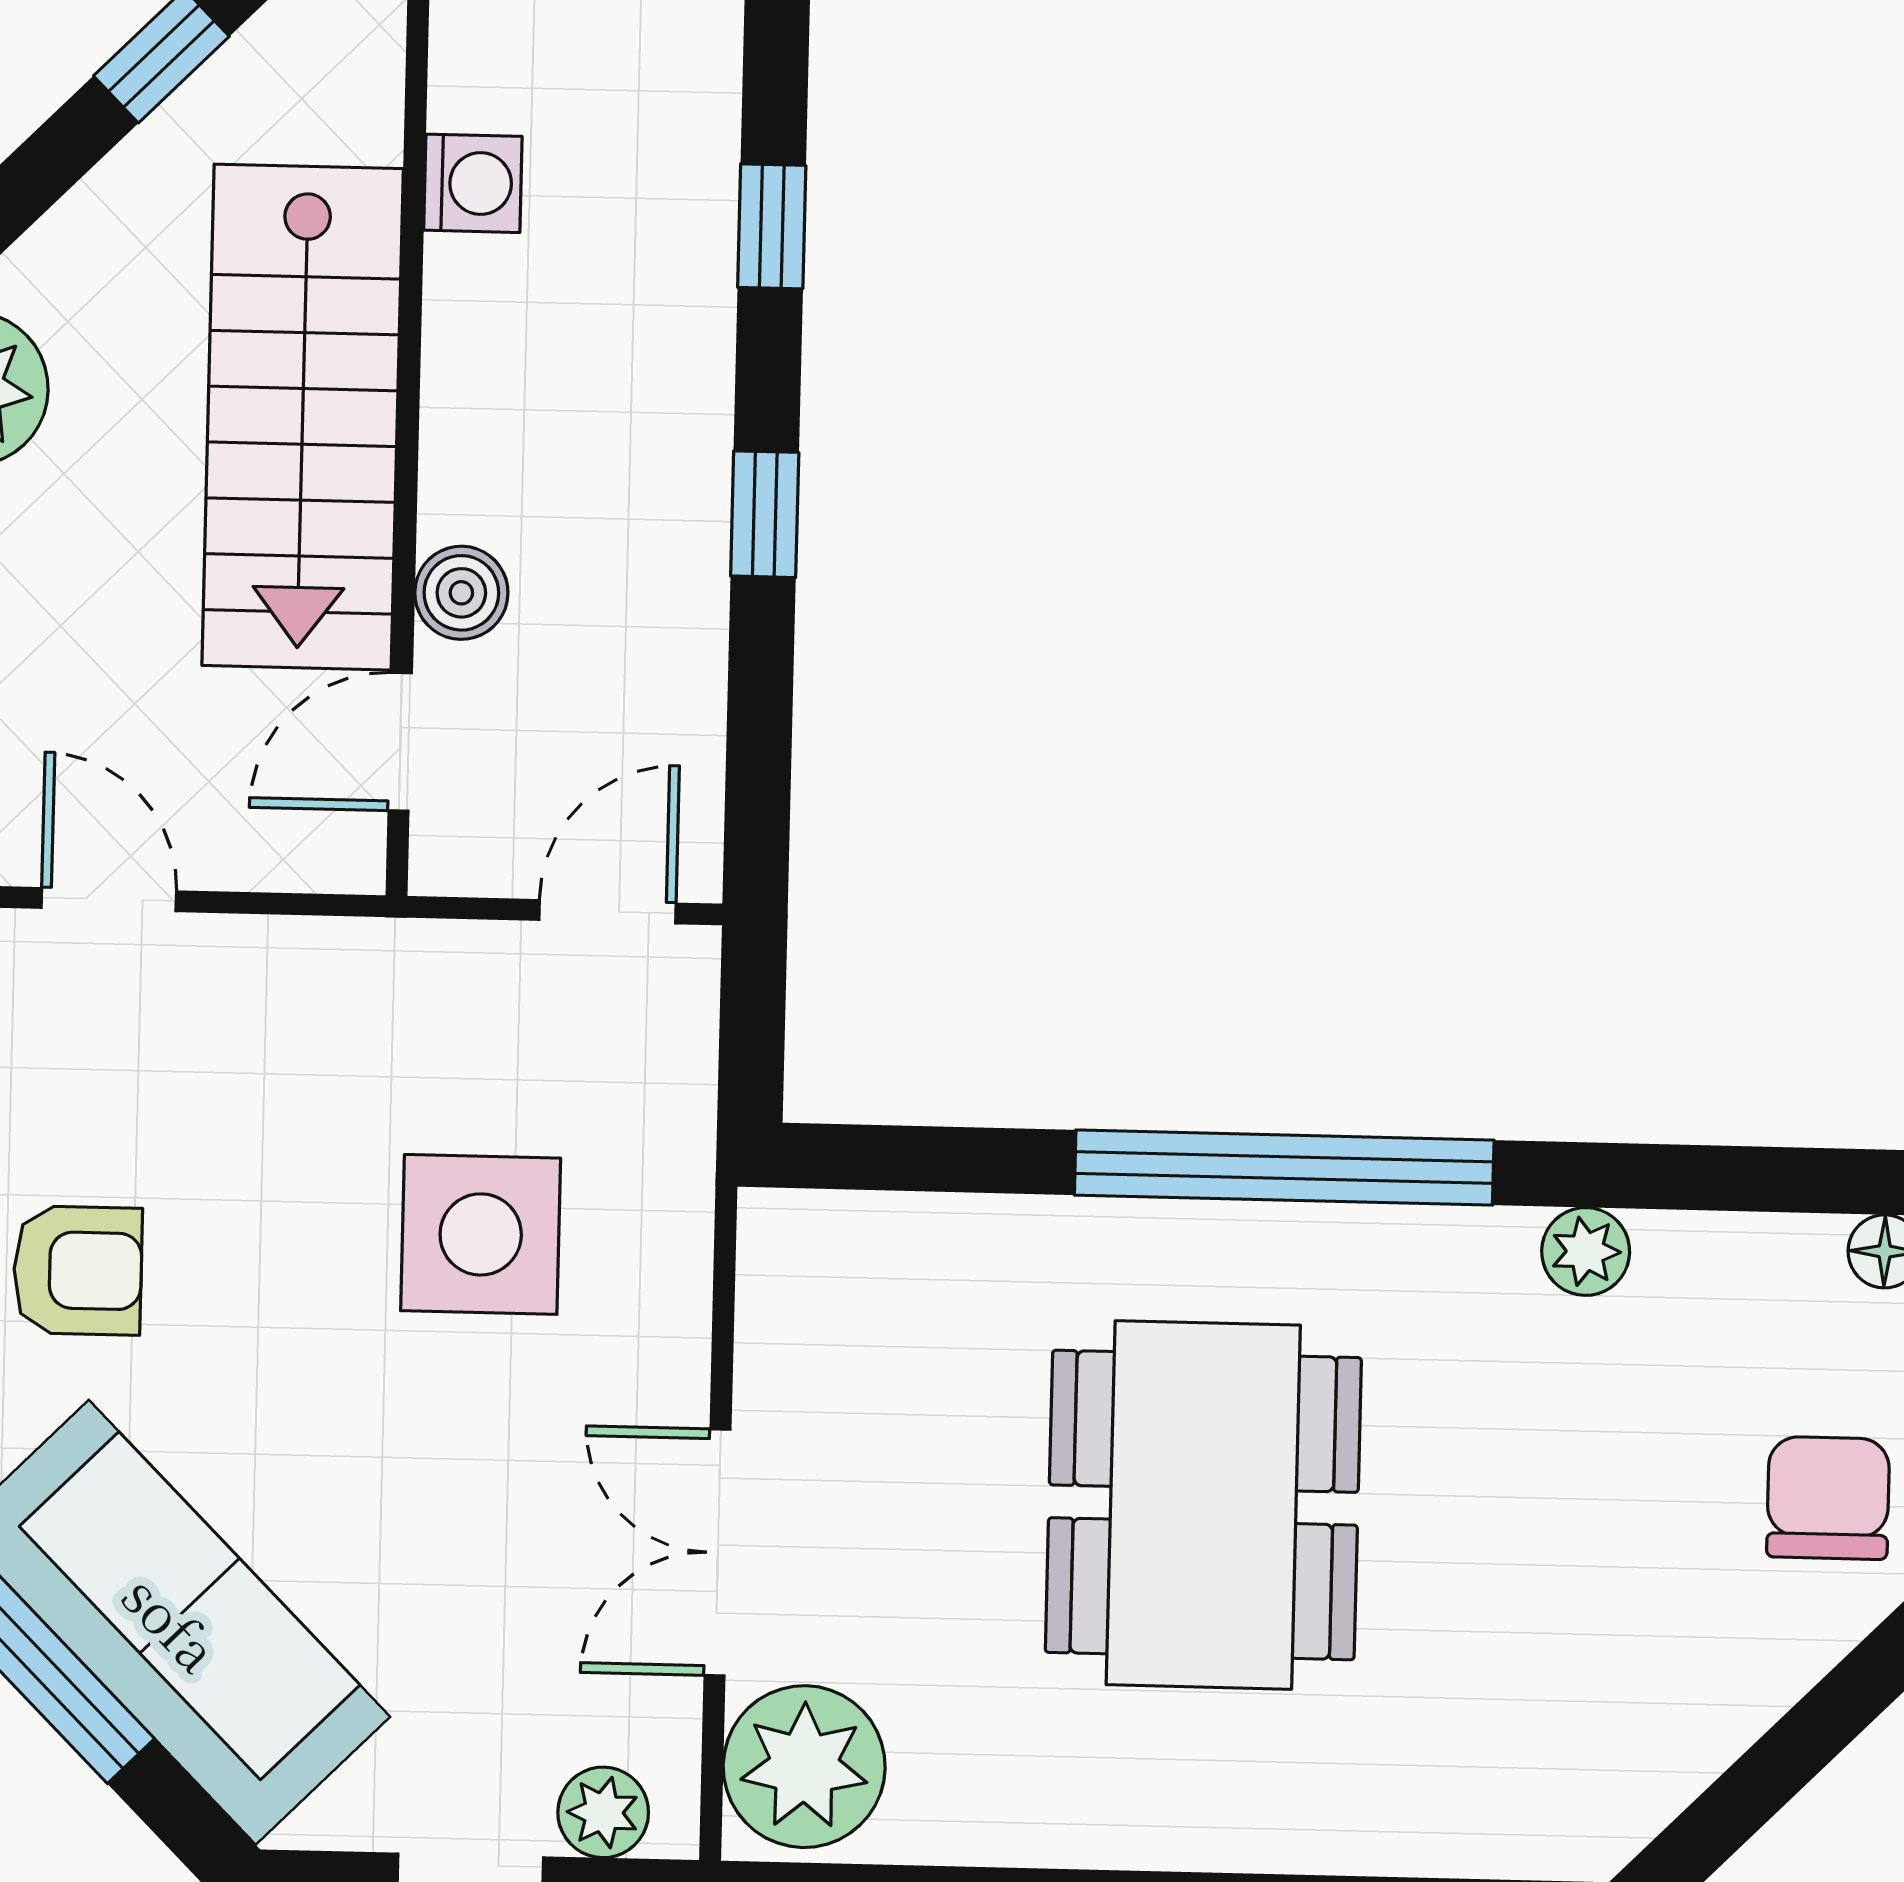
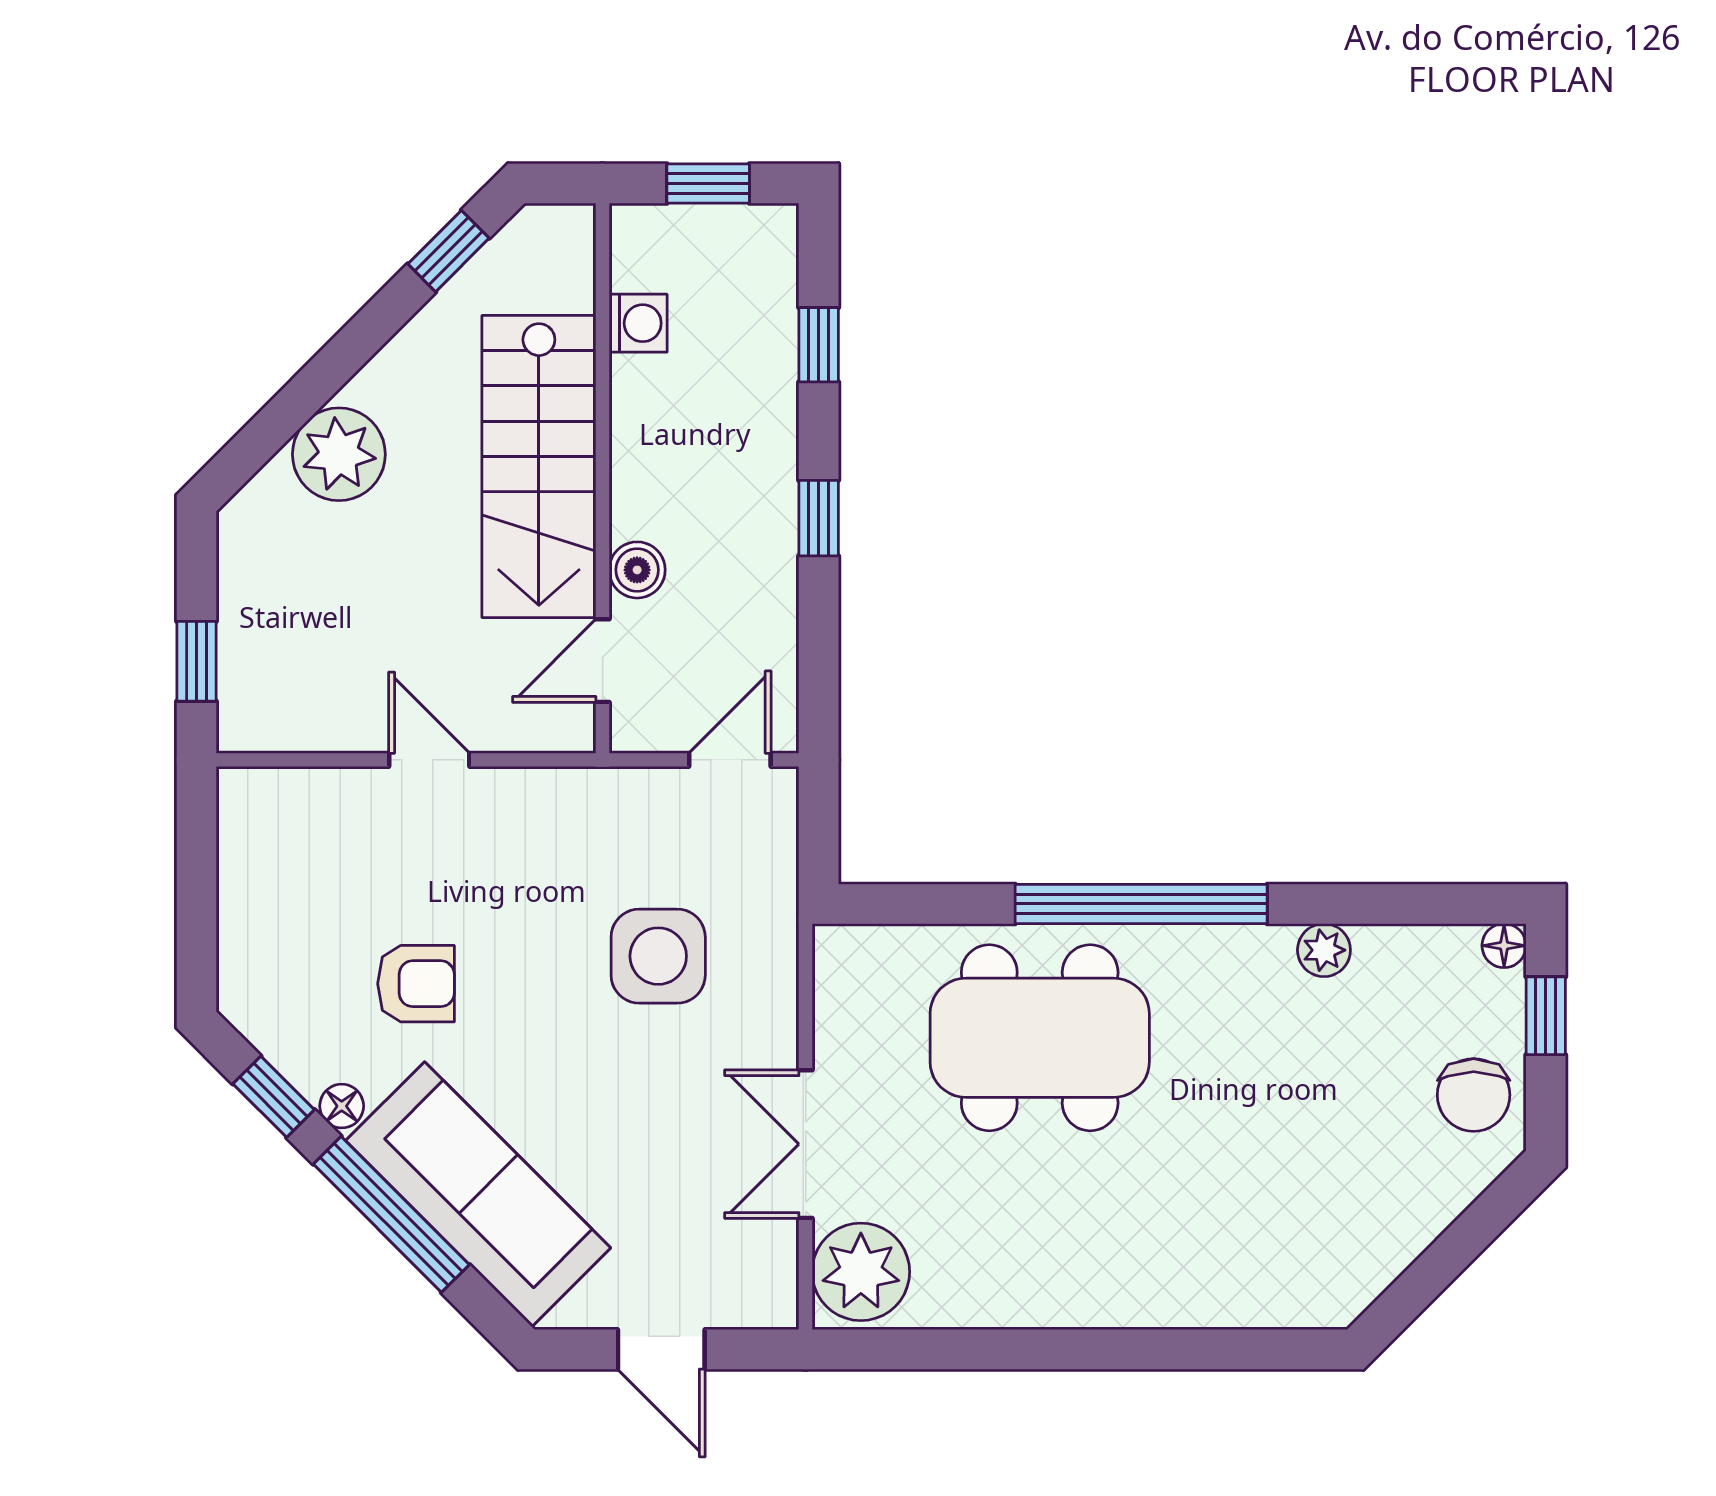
chair: (1828, 1498) -> (1474, 1095), turned 180
dining table: (1203, 1505) -> (1040, 1038), moved, turned 90
plant: (603, 1812) -> (740, 1302), removed

